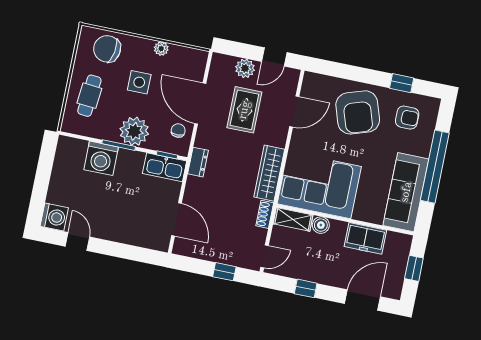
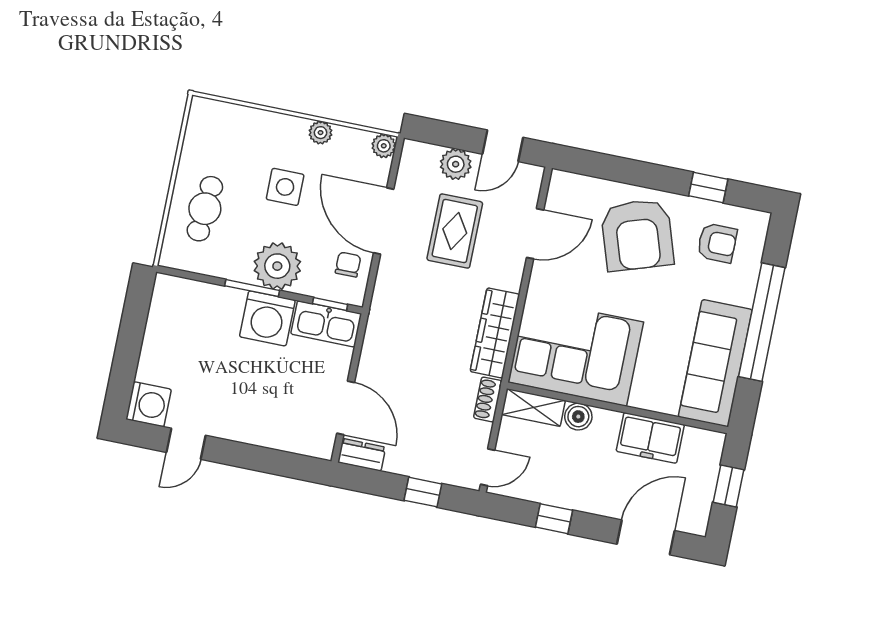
chair: (107, 49) -> (233, 133), removed
plant: (200, 57) -> (384, 146), added
washing machine: (101, 158) -> (267, 318), moved
dresser: (198, 162) -> (362, 455), moved, turned -90
door: (77, 242) -> (186, 444), swing flipped

